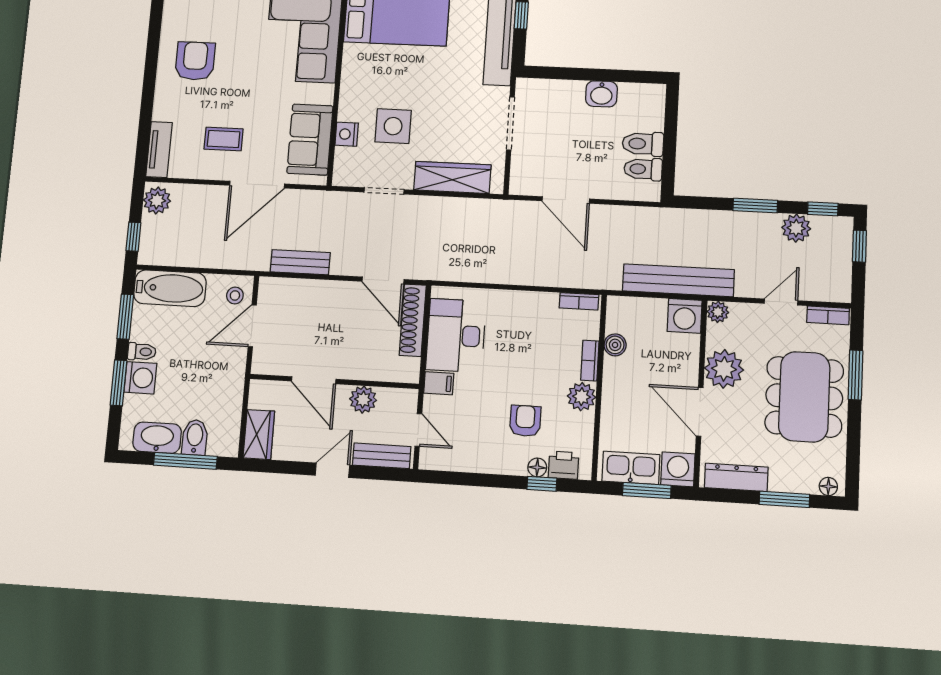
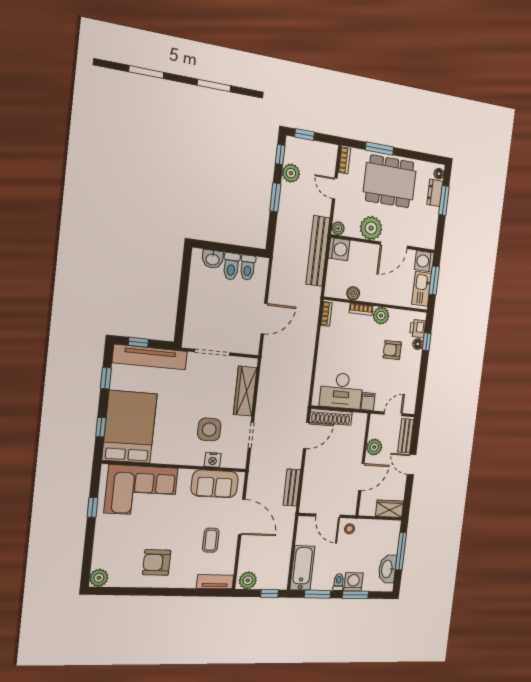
washbasin: (601, 94) -> (213, 259), moved, turned 90
stool: (235, 295) -> (350, 529), moved
bidet: (195, 437) -> (389, 547), removed
dresser: (736, 477) -> (435, 193), moved, width x0.70

